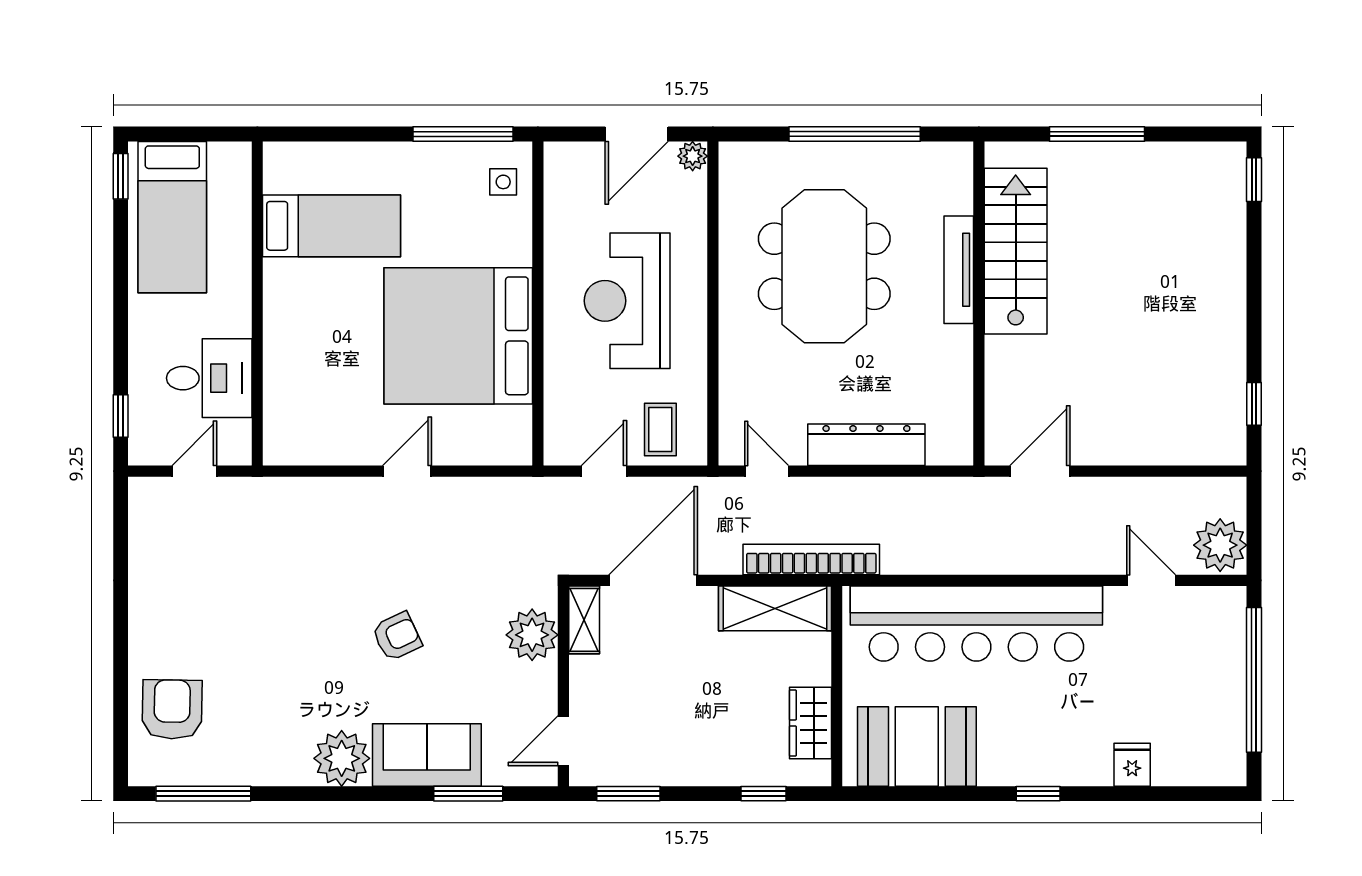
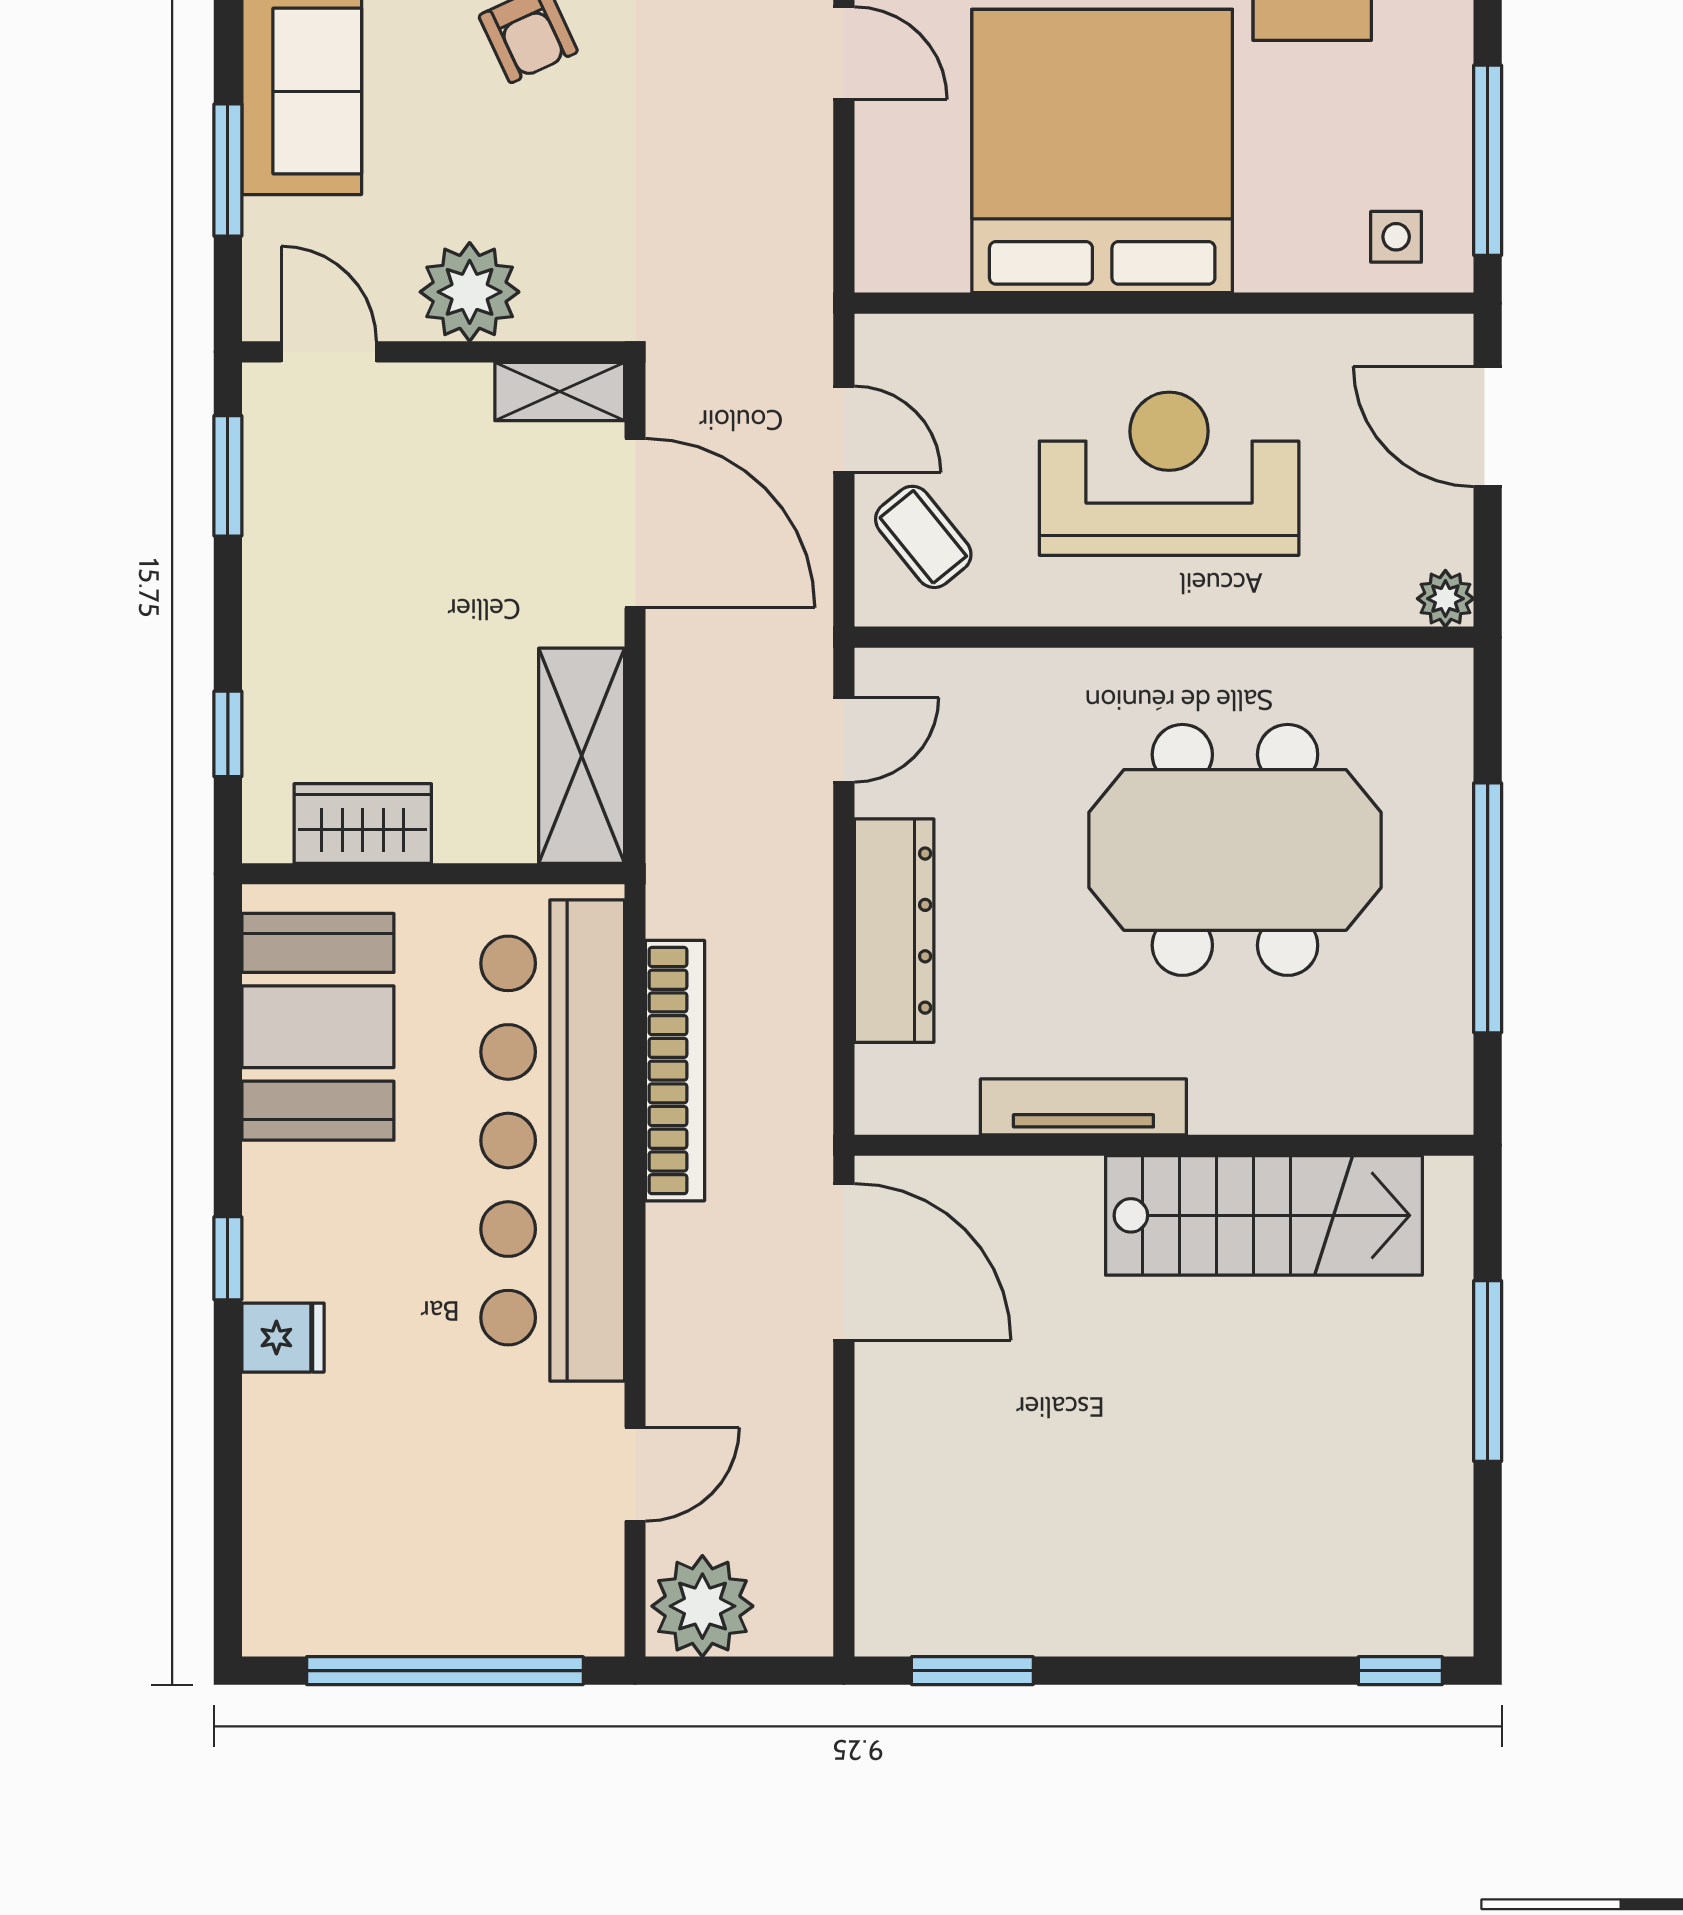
door: (637, 134) -> (1488, 426), moved
tv unit: (959, 270) -> (1083, 1107), moved
window: (1254, 404) -> (972, 1671), width x1.50
coffee table: (660, 429) -> (923, 537), turned 51
door: (1040, 471) -> (844, 1262), width x1.36
bookcase: (811, 559) -> (675, 1071), moved
plant: (532, 635) -> (470, 292), moved
fridge: (1132, 765) -> (283, 1338), moved

